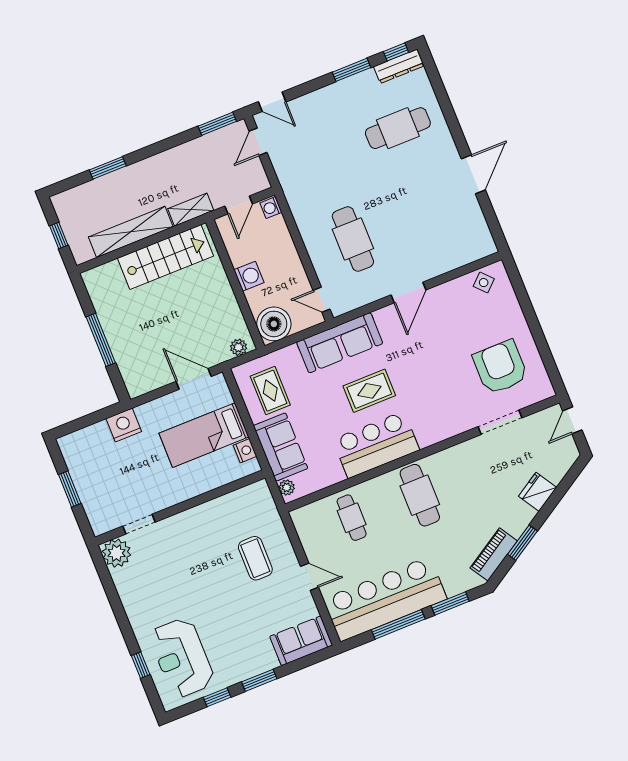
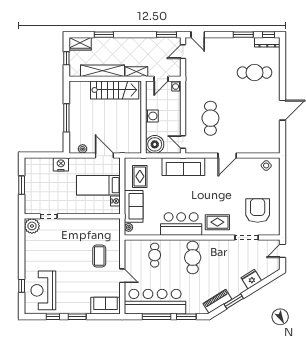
wardrobe: (72, 200) -> (80, 44), added
plant: (239, 347) -> (83, 149), moved
rug: (369, 391) -> (217, 222), moved

